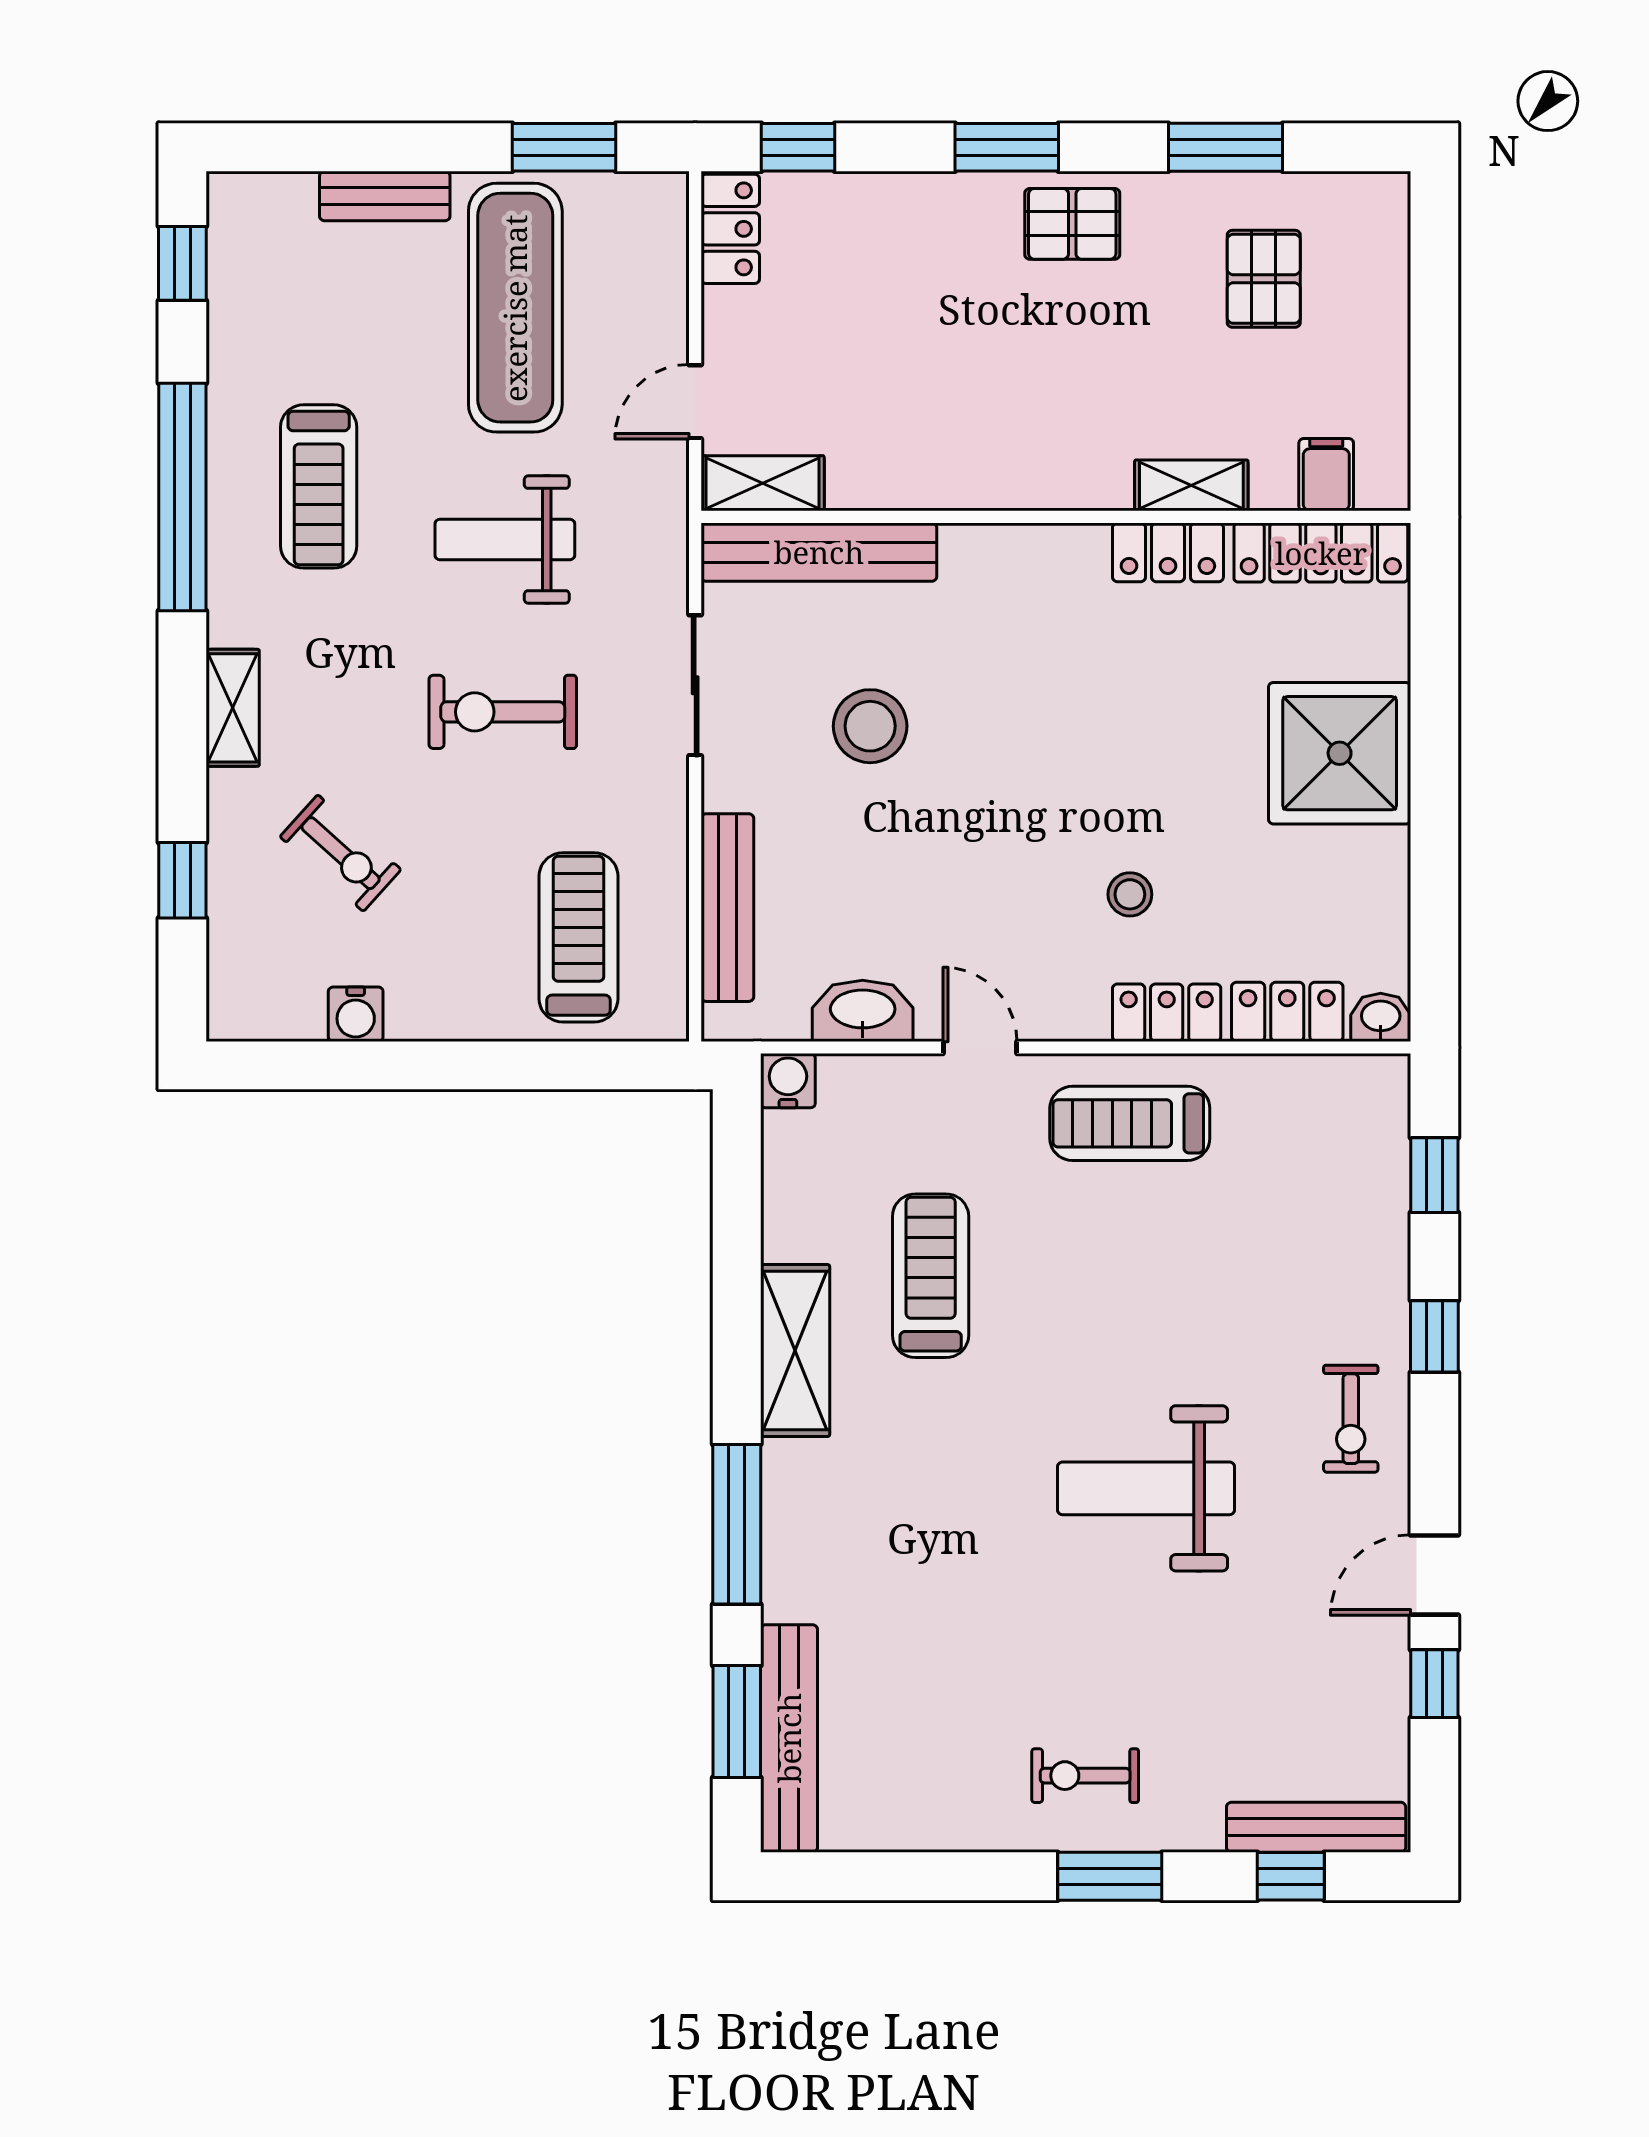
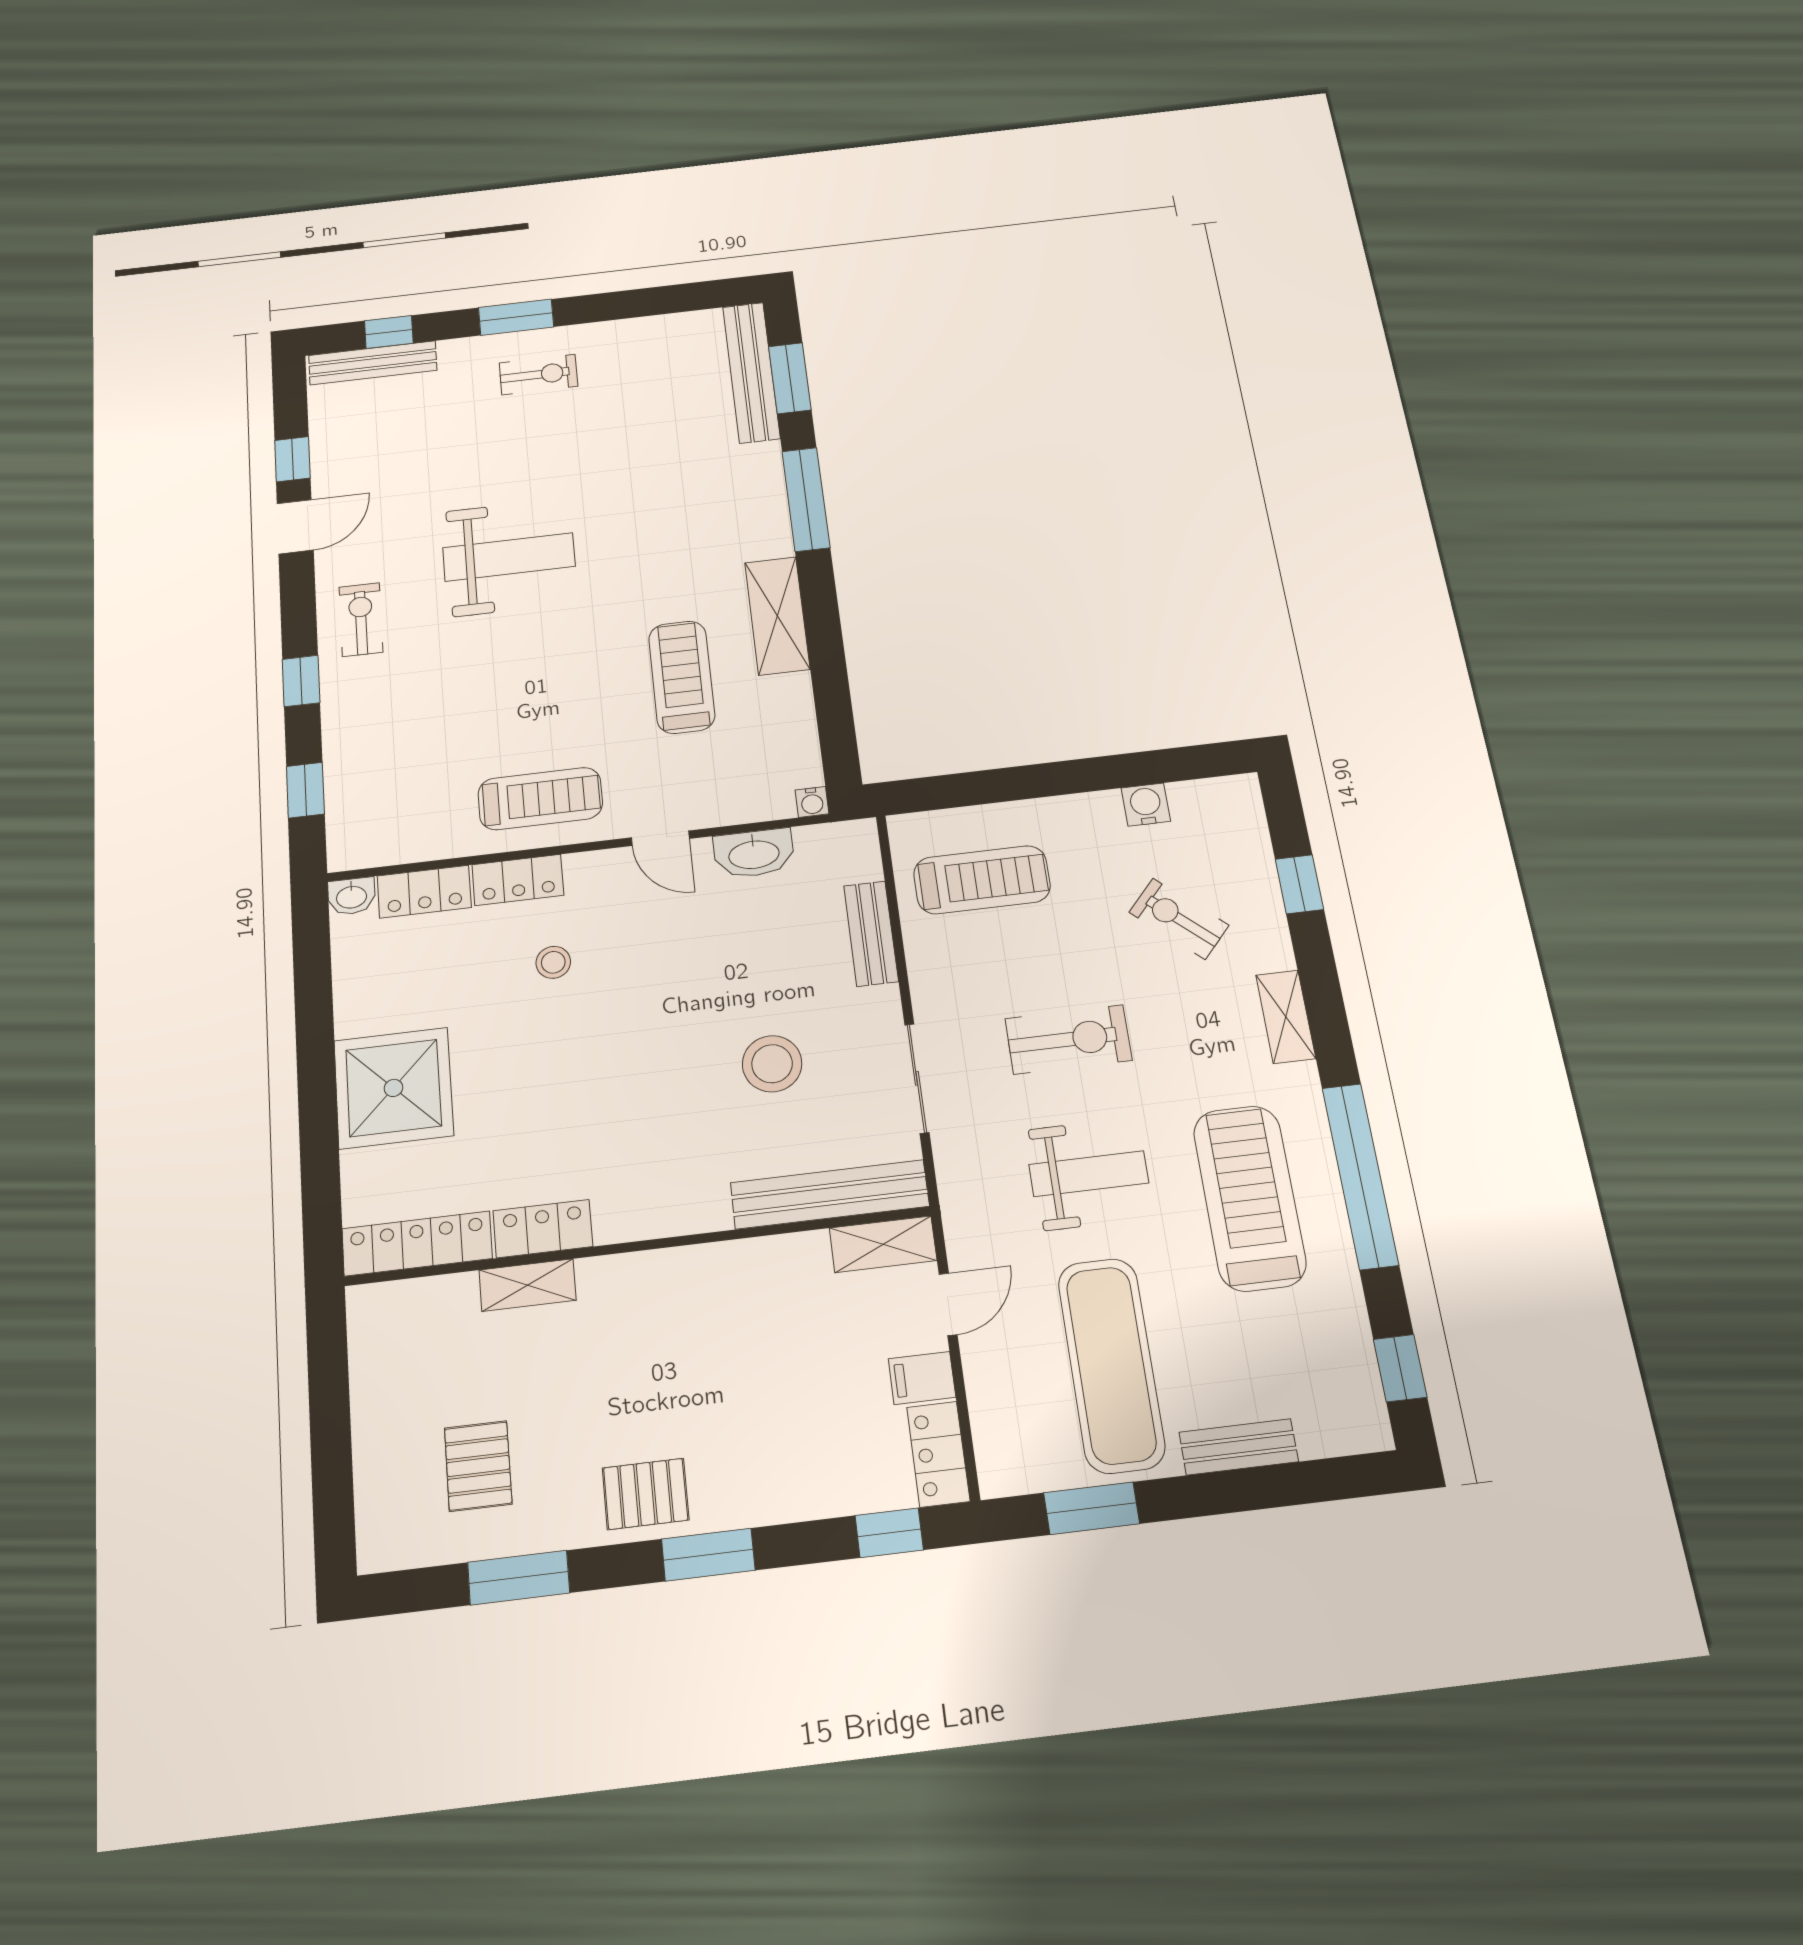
filing cabinet: (1326, 475) -> (922, 1378), moved, turned 90
treadmill: (319, 486) -> (1249, 1198), width x1.37, depth x1.38
bench: (727, 908) -> (871, 933), width x0.73
treadmill: (579, 937) -> (982, 880), turned -90
water cooler: (788, 1081) -> (812, 802), width x0.72, depth x0.72
treadmill: (931, 1276) -> (682, 677), turned 180

